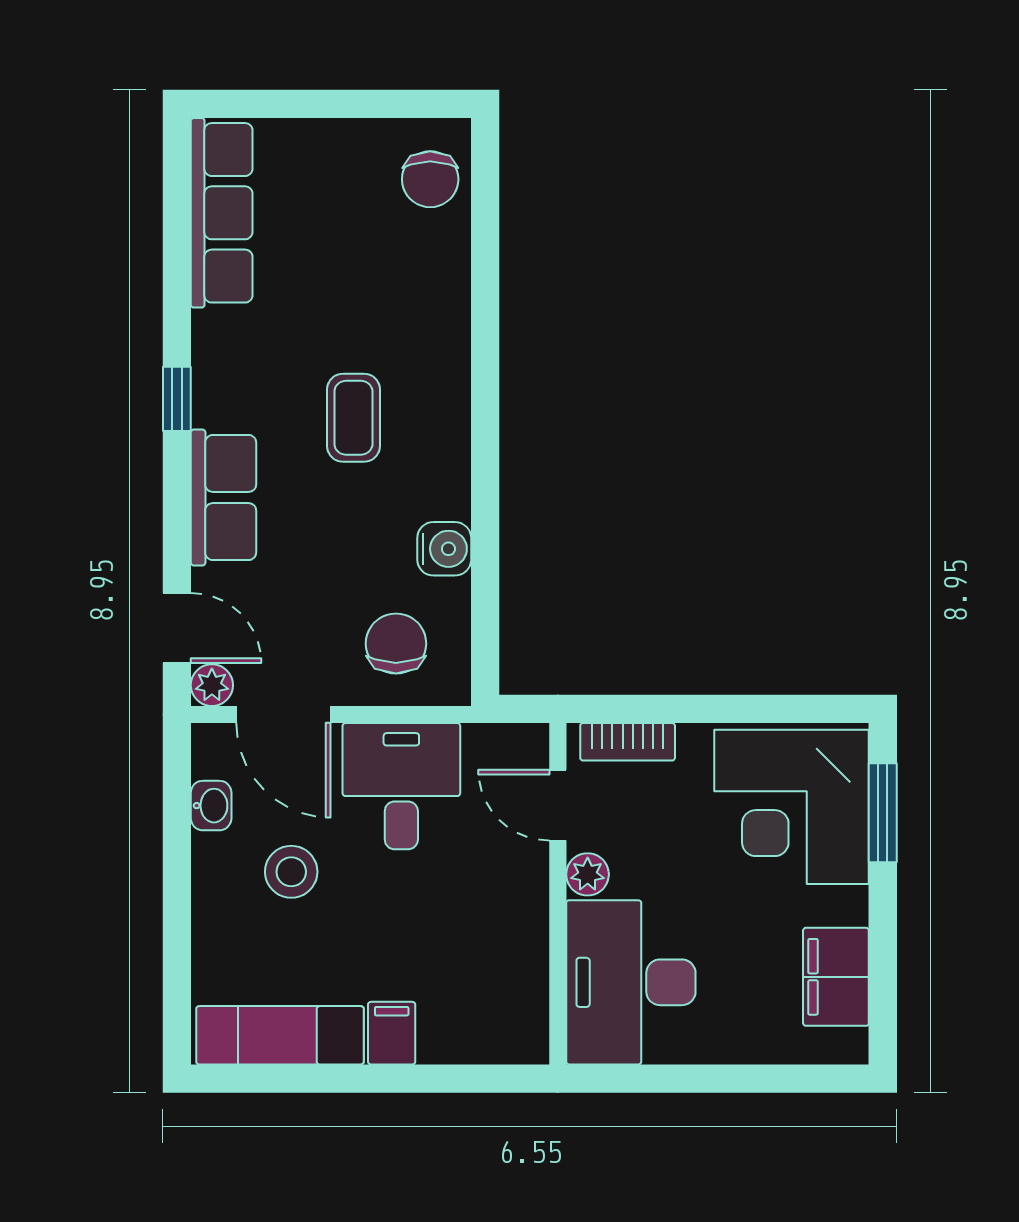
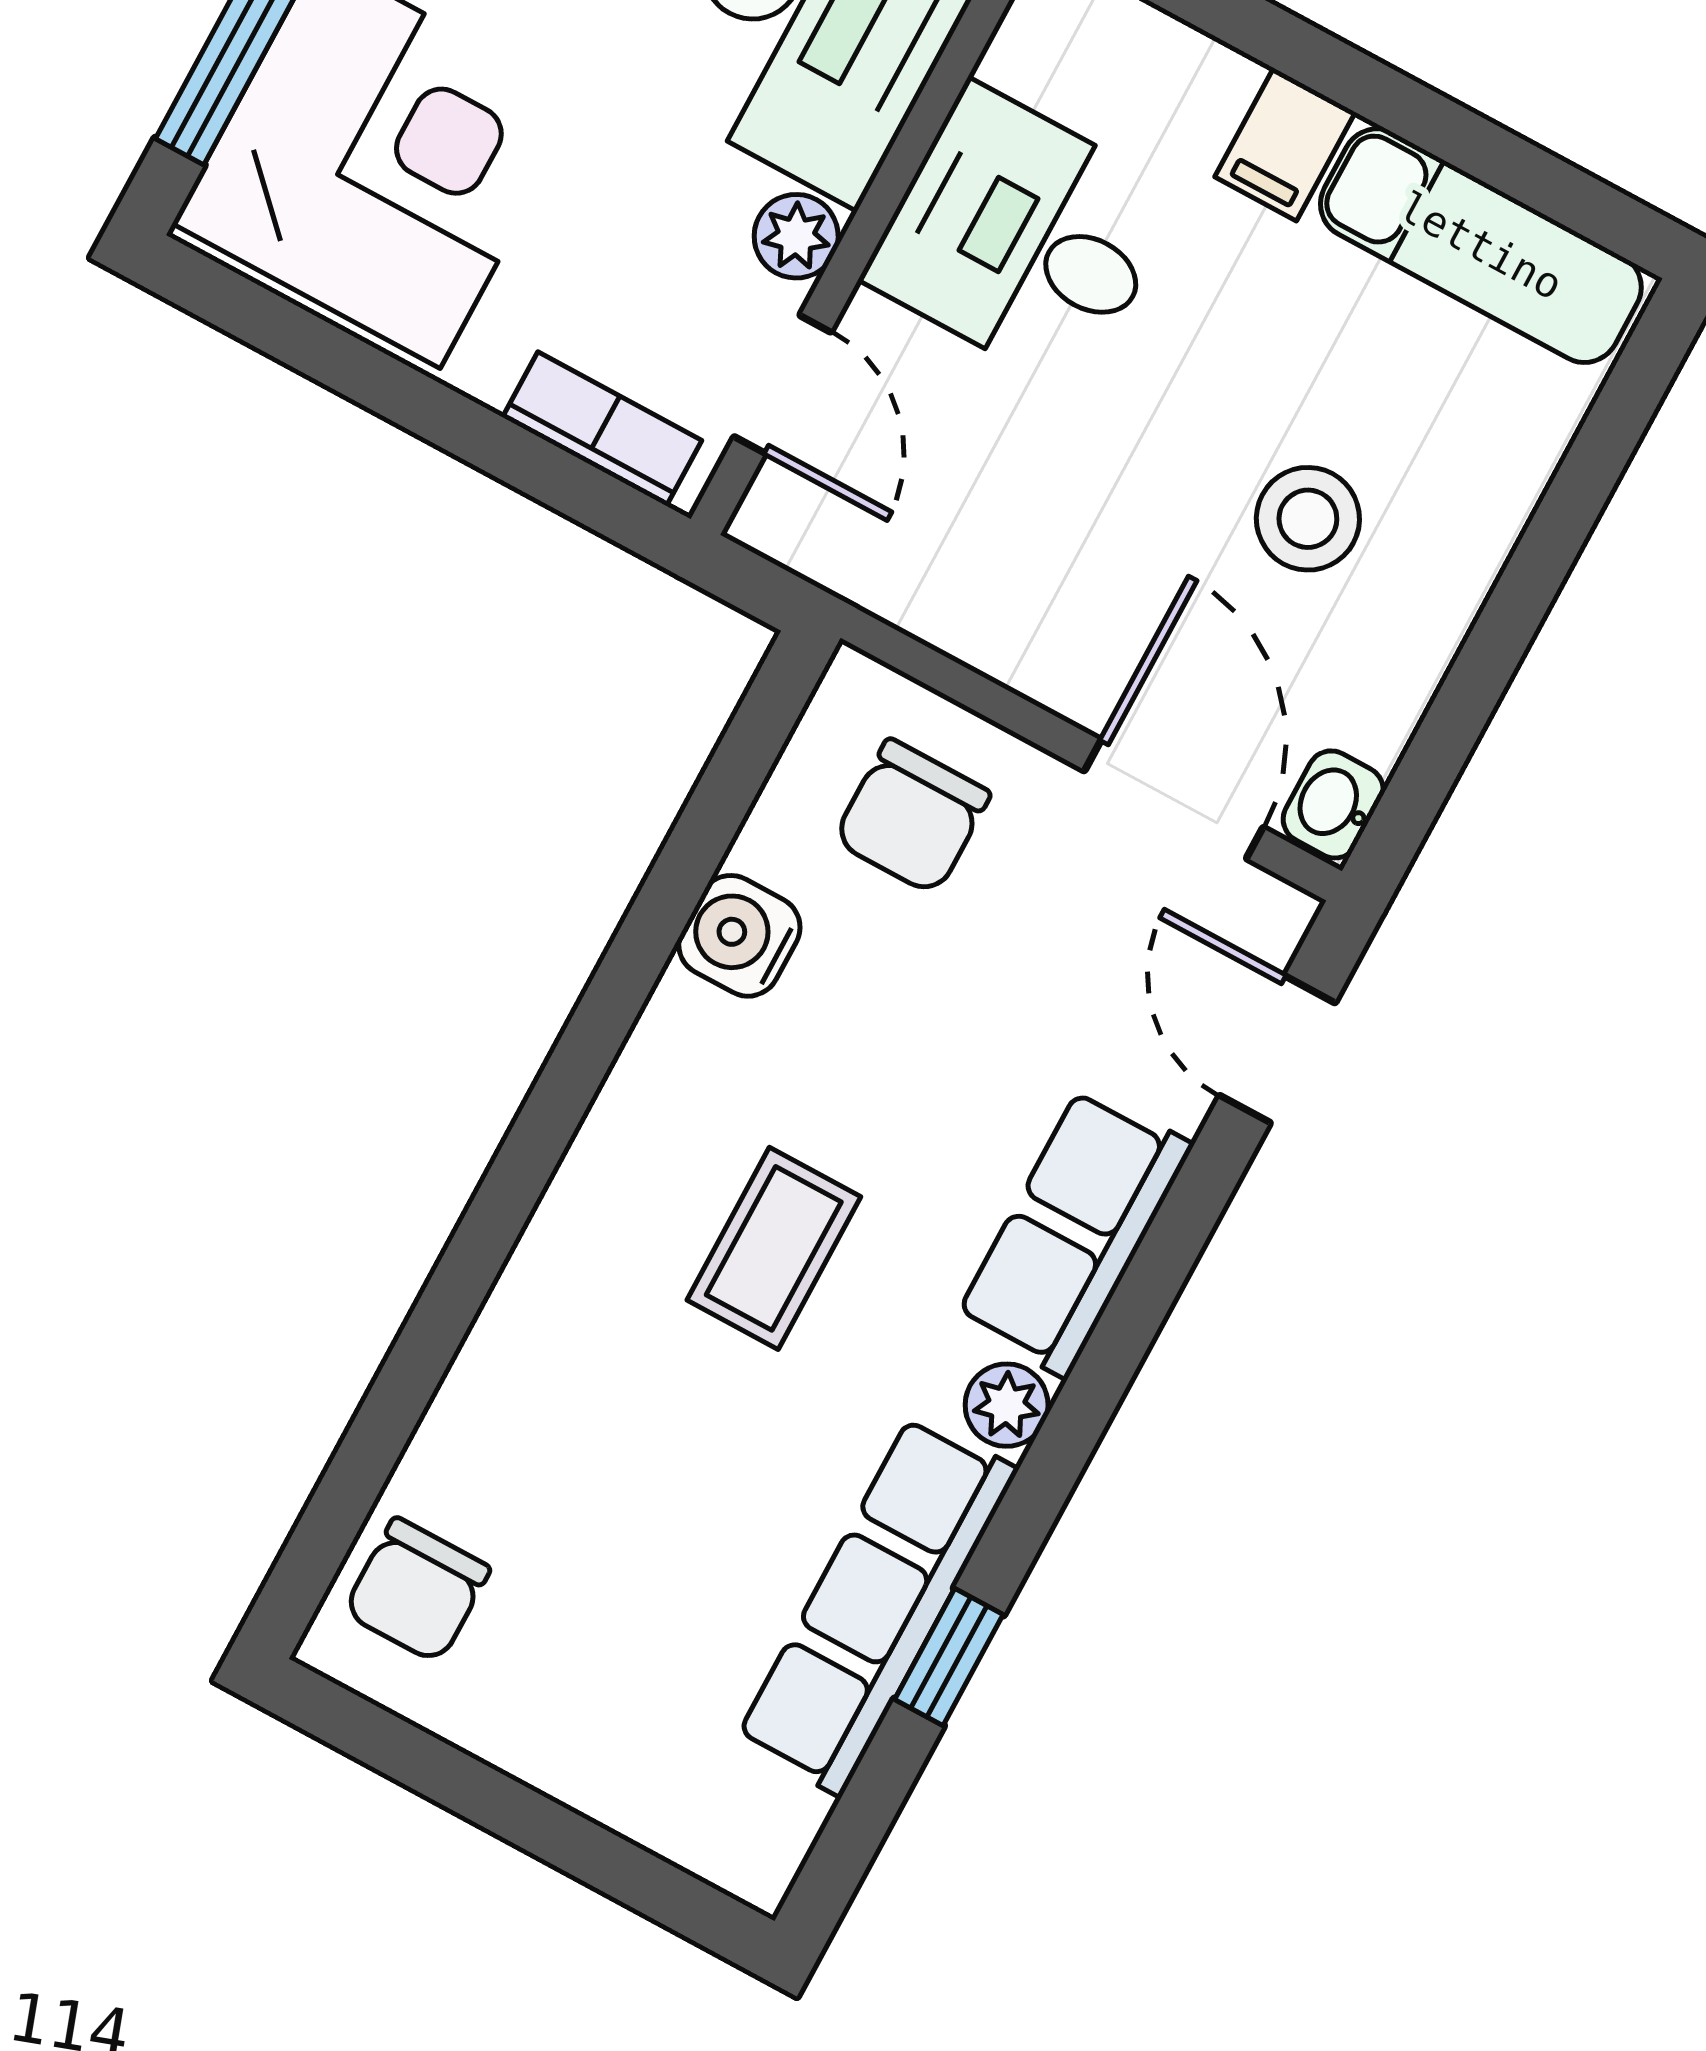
chair: (430, 179) -> (417, 1590), turned 180
row of seats: (222, 213) -> (877, 1605), moved
window: (177, 399) -> (949, 1657), moved
plant: (212, 685) -> (1007, 1405), moved
desk: (401, 786) -> (1023, 238), moved, turned 90
washbasin: (211, 806) -> (1333, 804), moved

